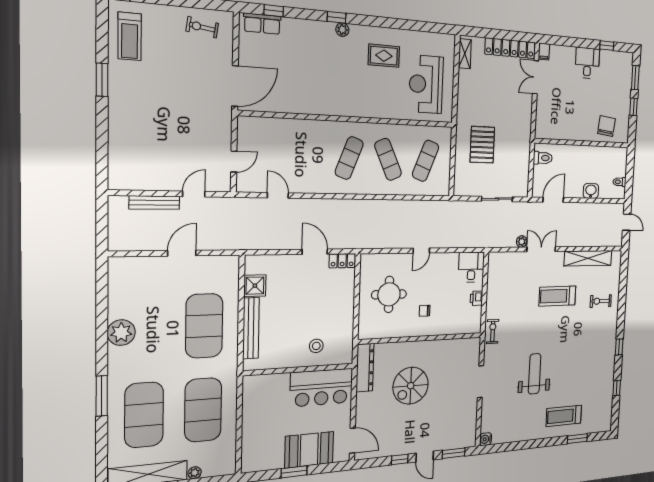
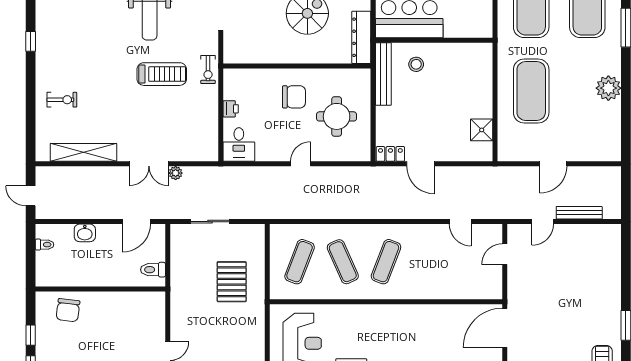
treadmill: (557, 296) -> (162, 74), moved
chair: (425, 311) -> (294, 97), width x1.87, depth x1.87
bench: (251, 328) -> (383, 74), moved

